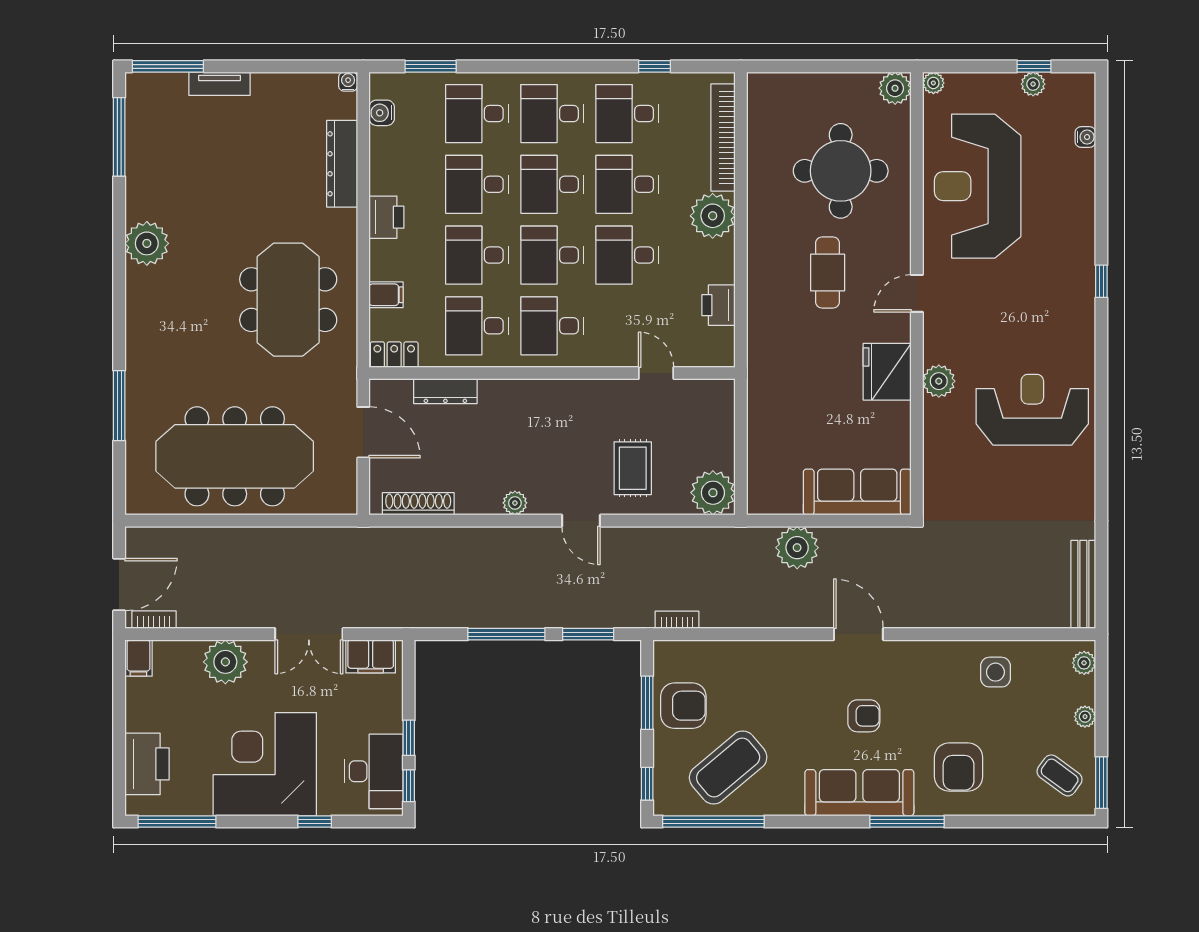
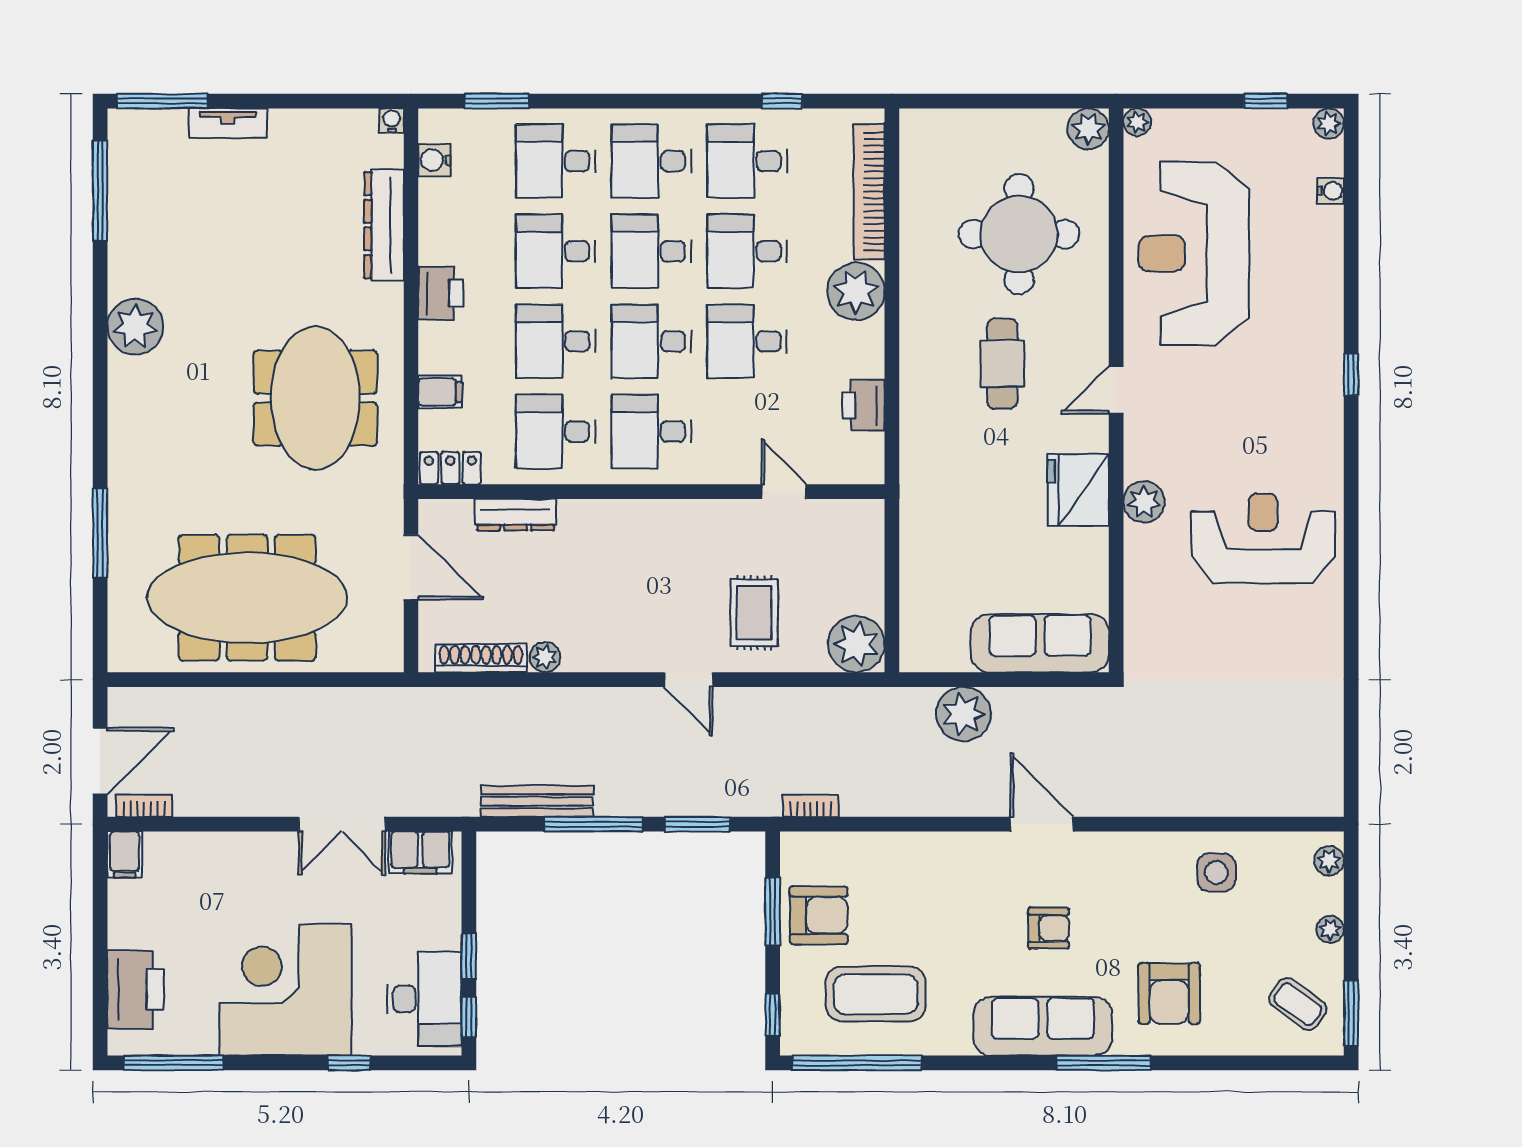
plant: (1033, 84) -> (1329, 124), moved
plant: (515, 503) -> (545, 657), moved
bench: (1083, 584) -> (537, 801), moved, turned 90
plant: (225, 662) -> (235, 860), removed
coffee table: (728, 767) -> (876, 994), turned 40

